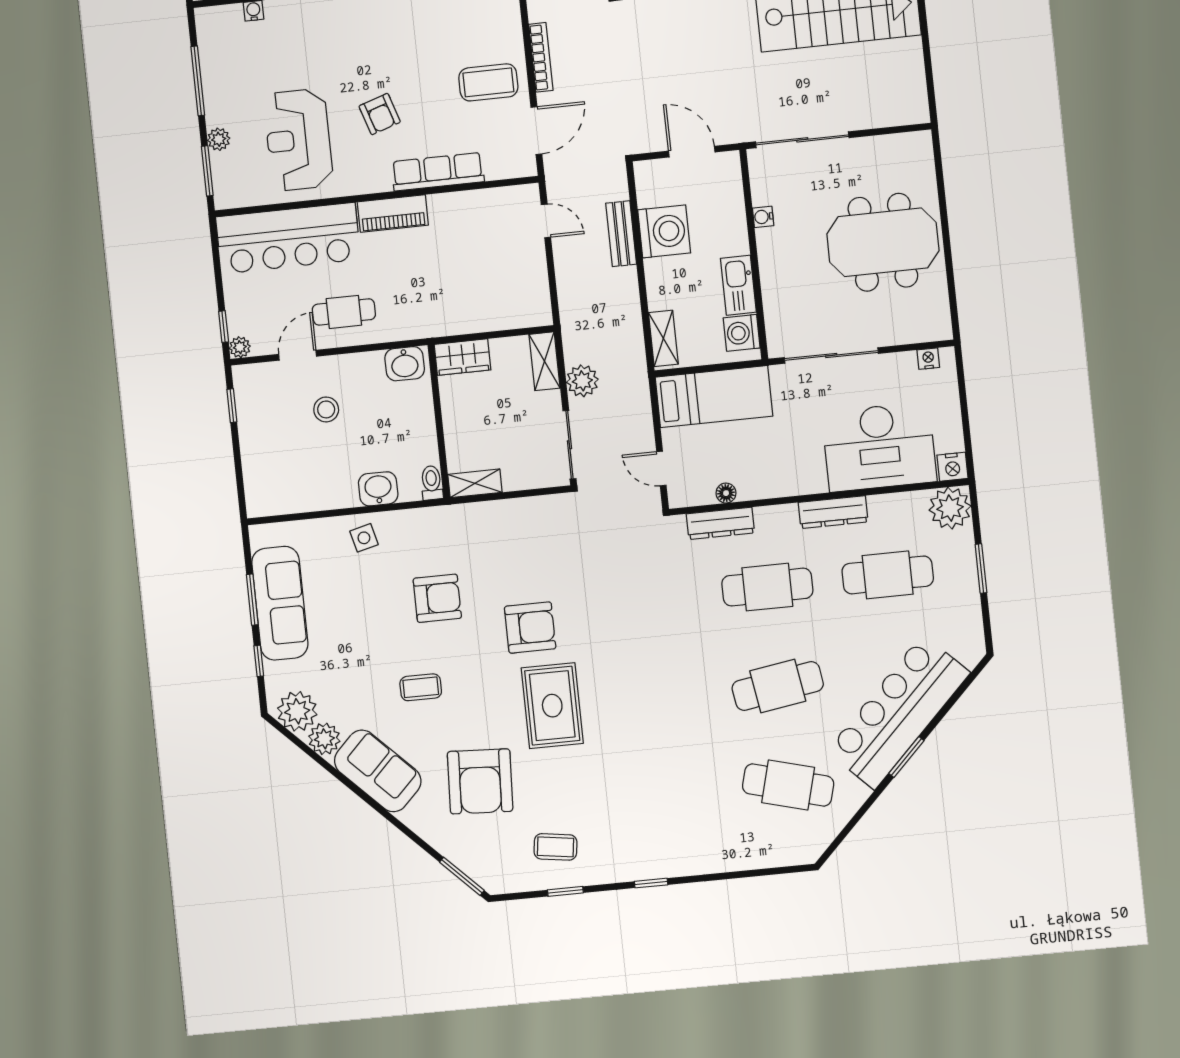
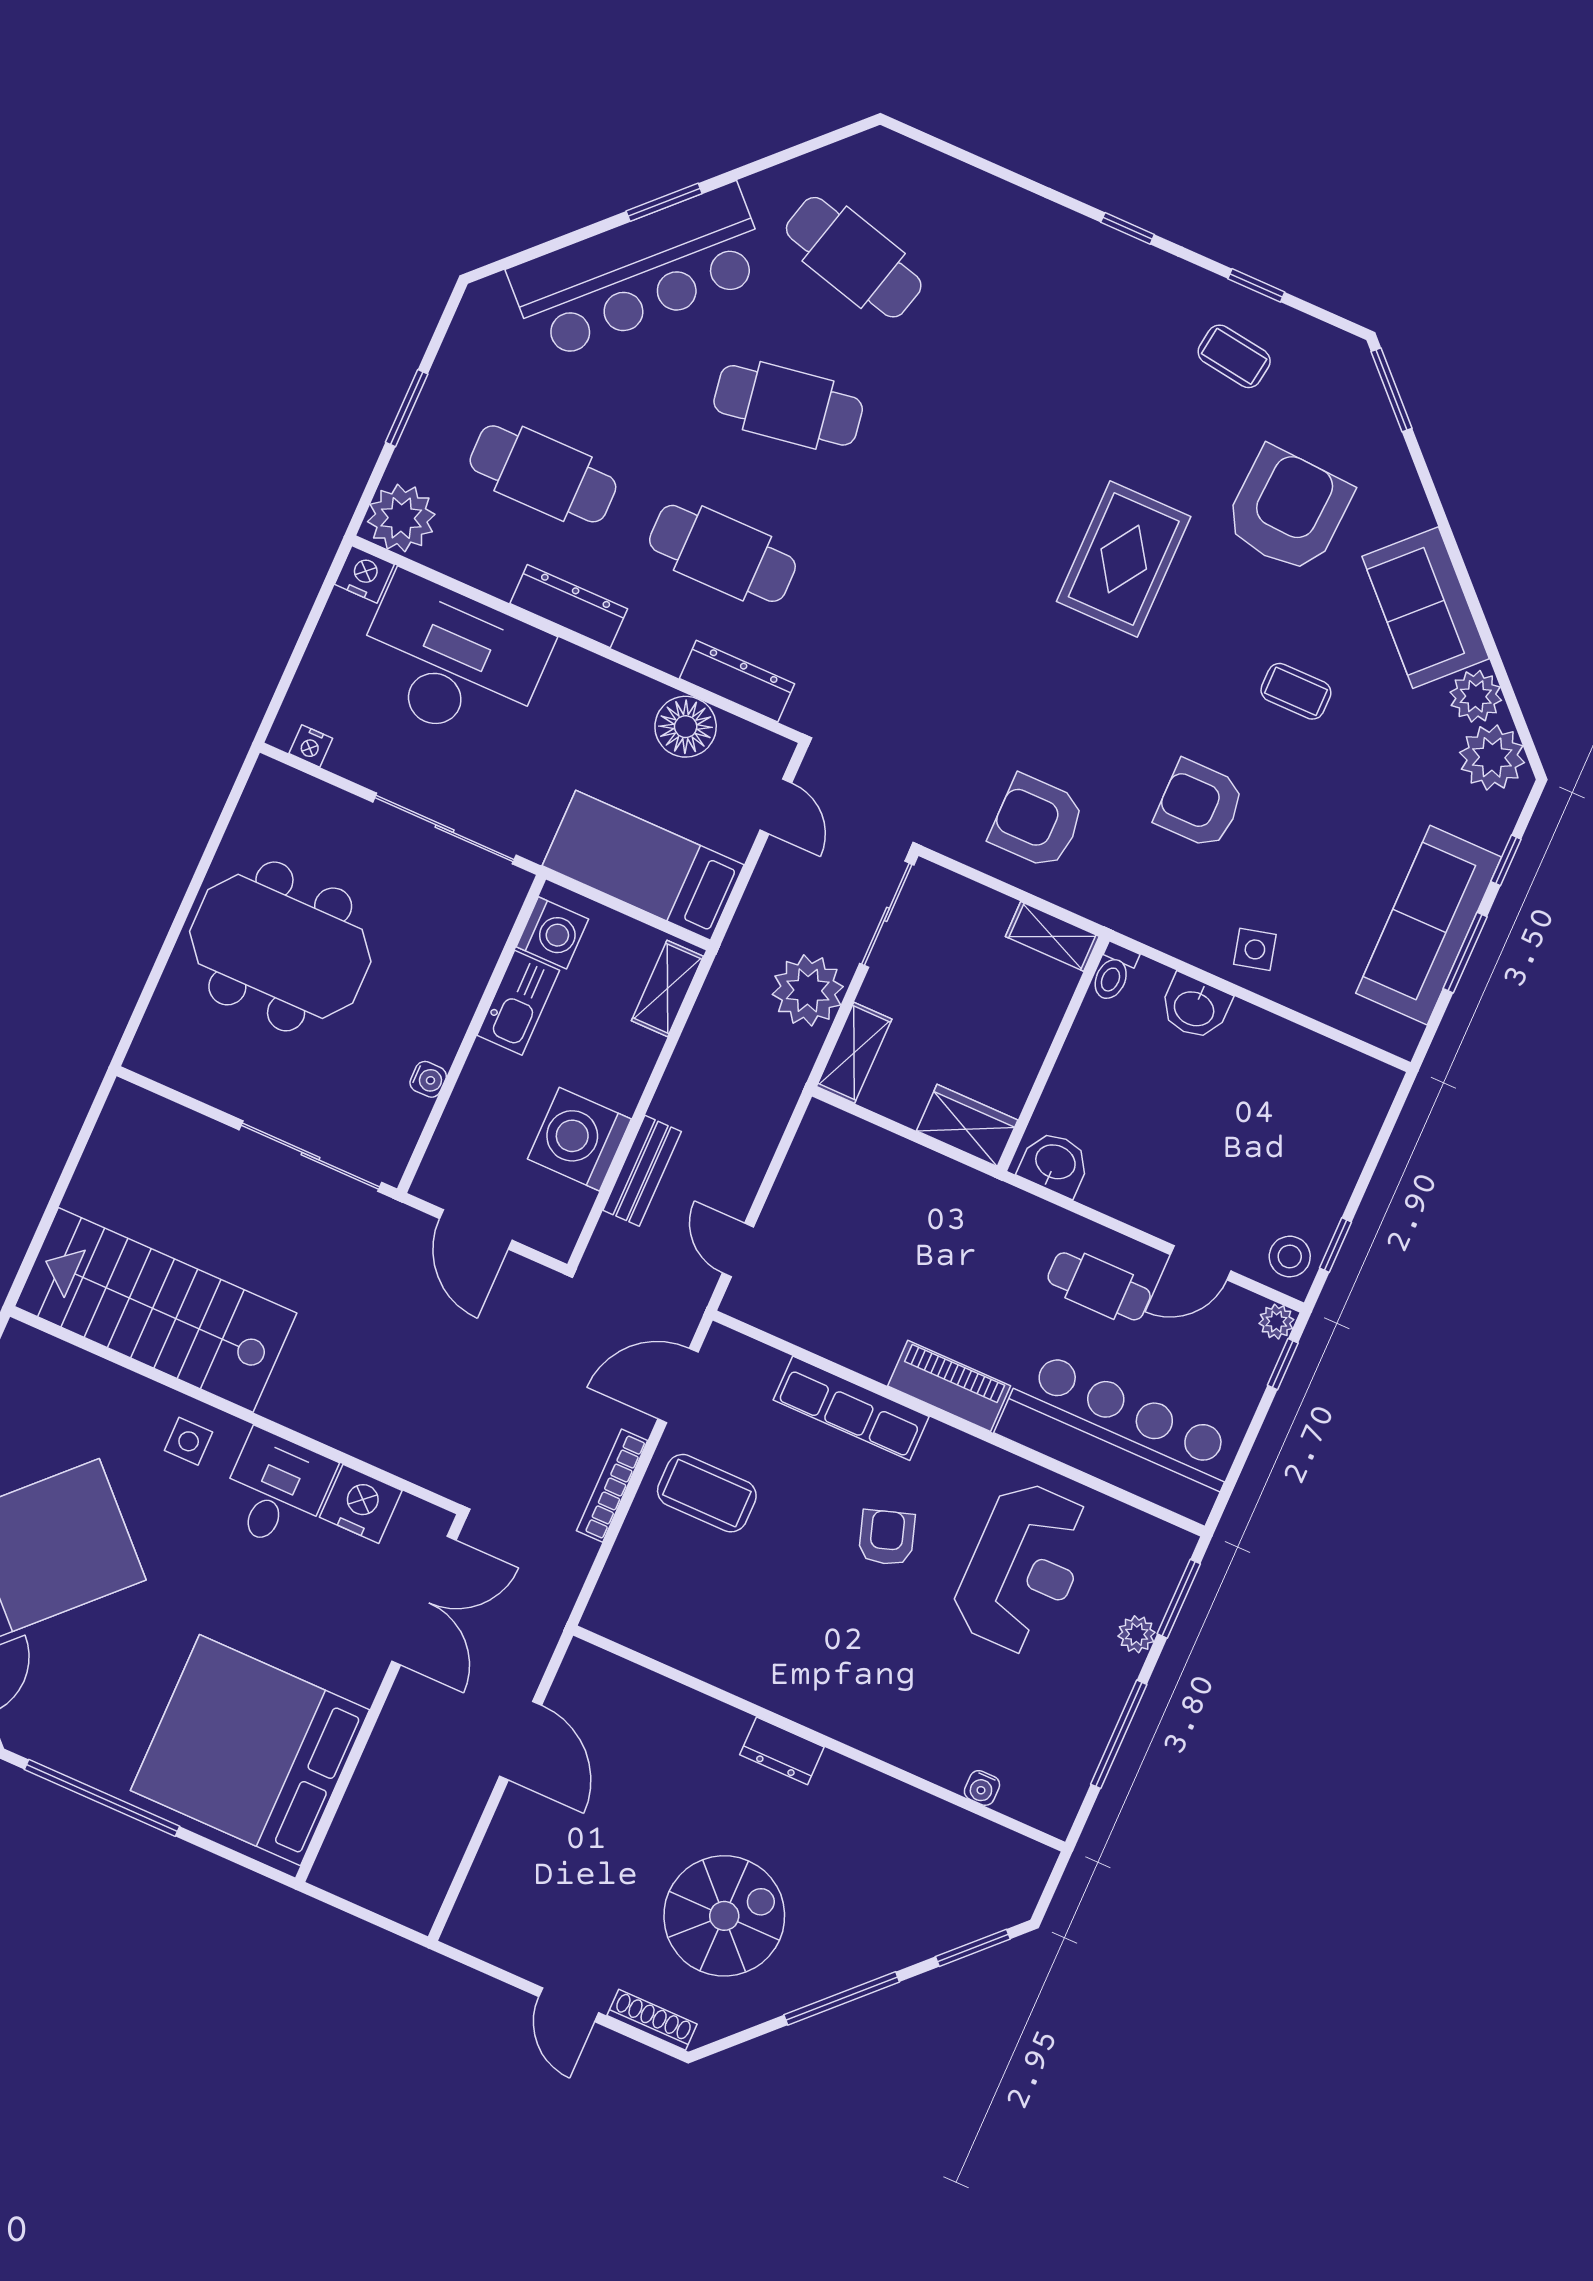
plant: (582, 381) -> (808, 990), width x1.36, depth x1.36
stool: (326, 409) -> (1290, 1257), moved
floor lamp: (726, 493) -> (686, 727), width x1.89, depth x1.89
armchair: (530, 628) -> (1037, 822), moved

